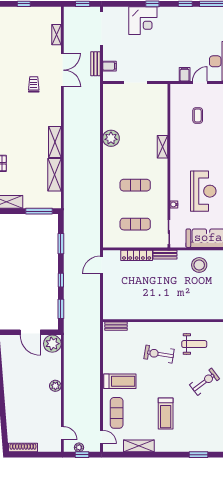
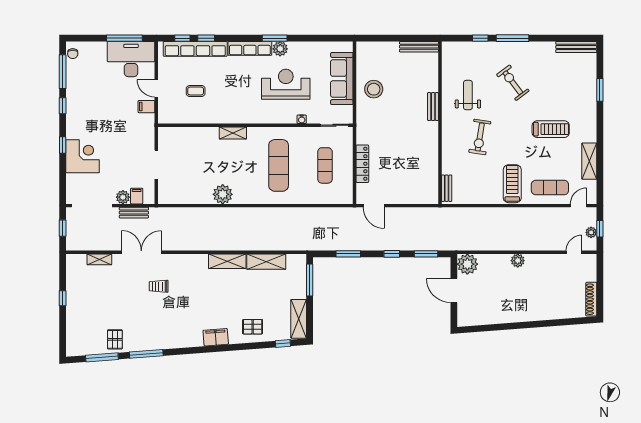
plant: (109, 54) -> (123, 197), added
exercise mat: (135, 185) -> (279, 165), width x1.36, depth x1.45
bench: (165, 255) -> (433, 107), moved
door: (30, 332) -> (454, 291), swing flipped

